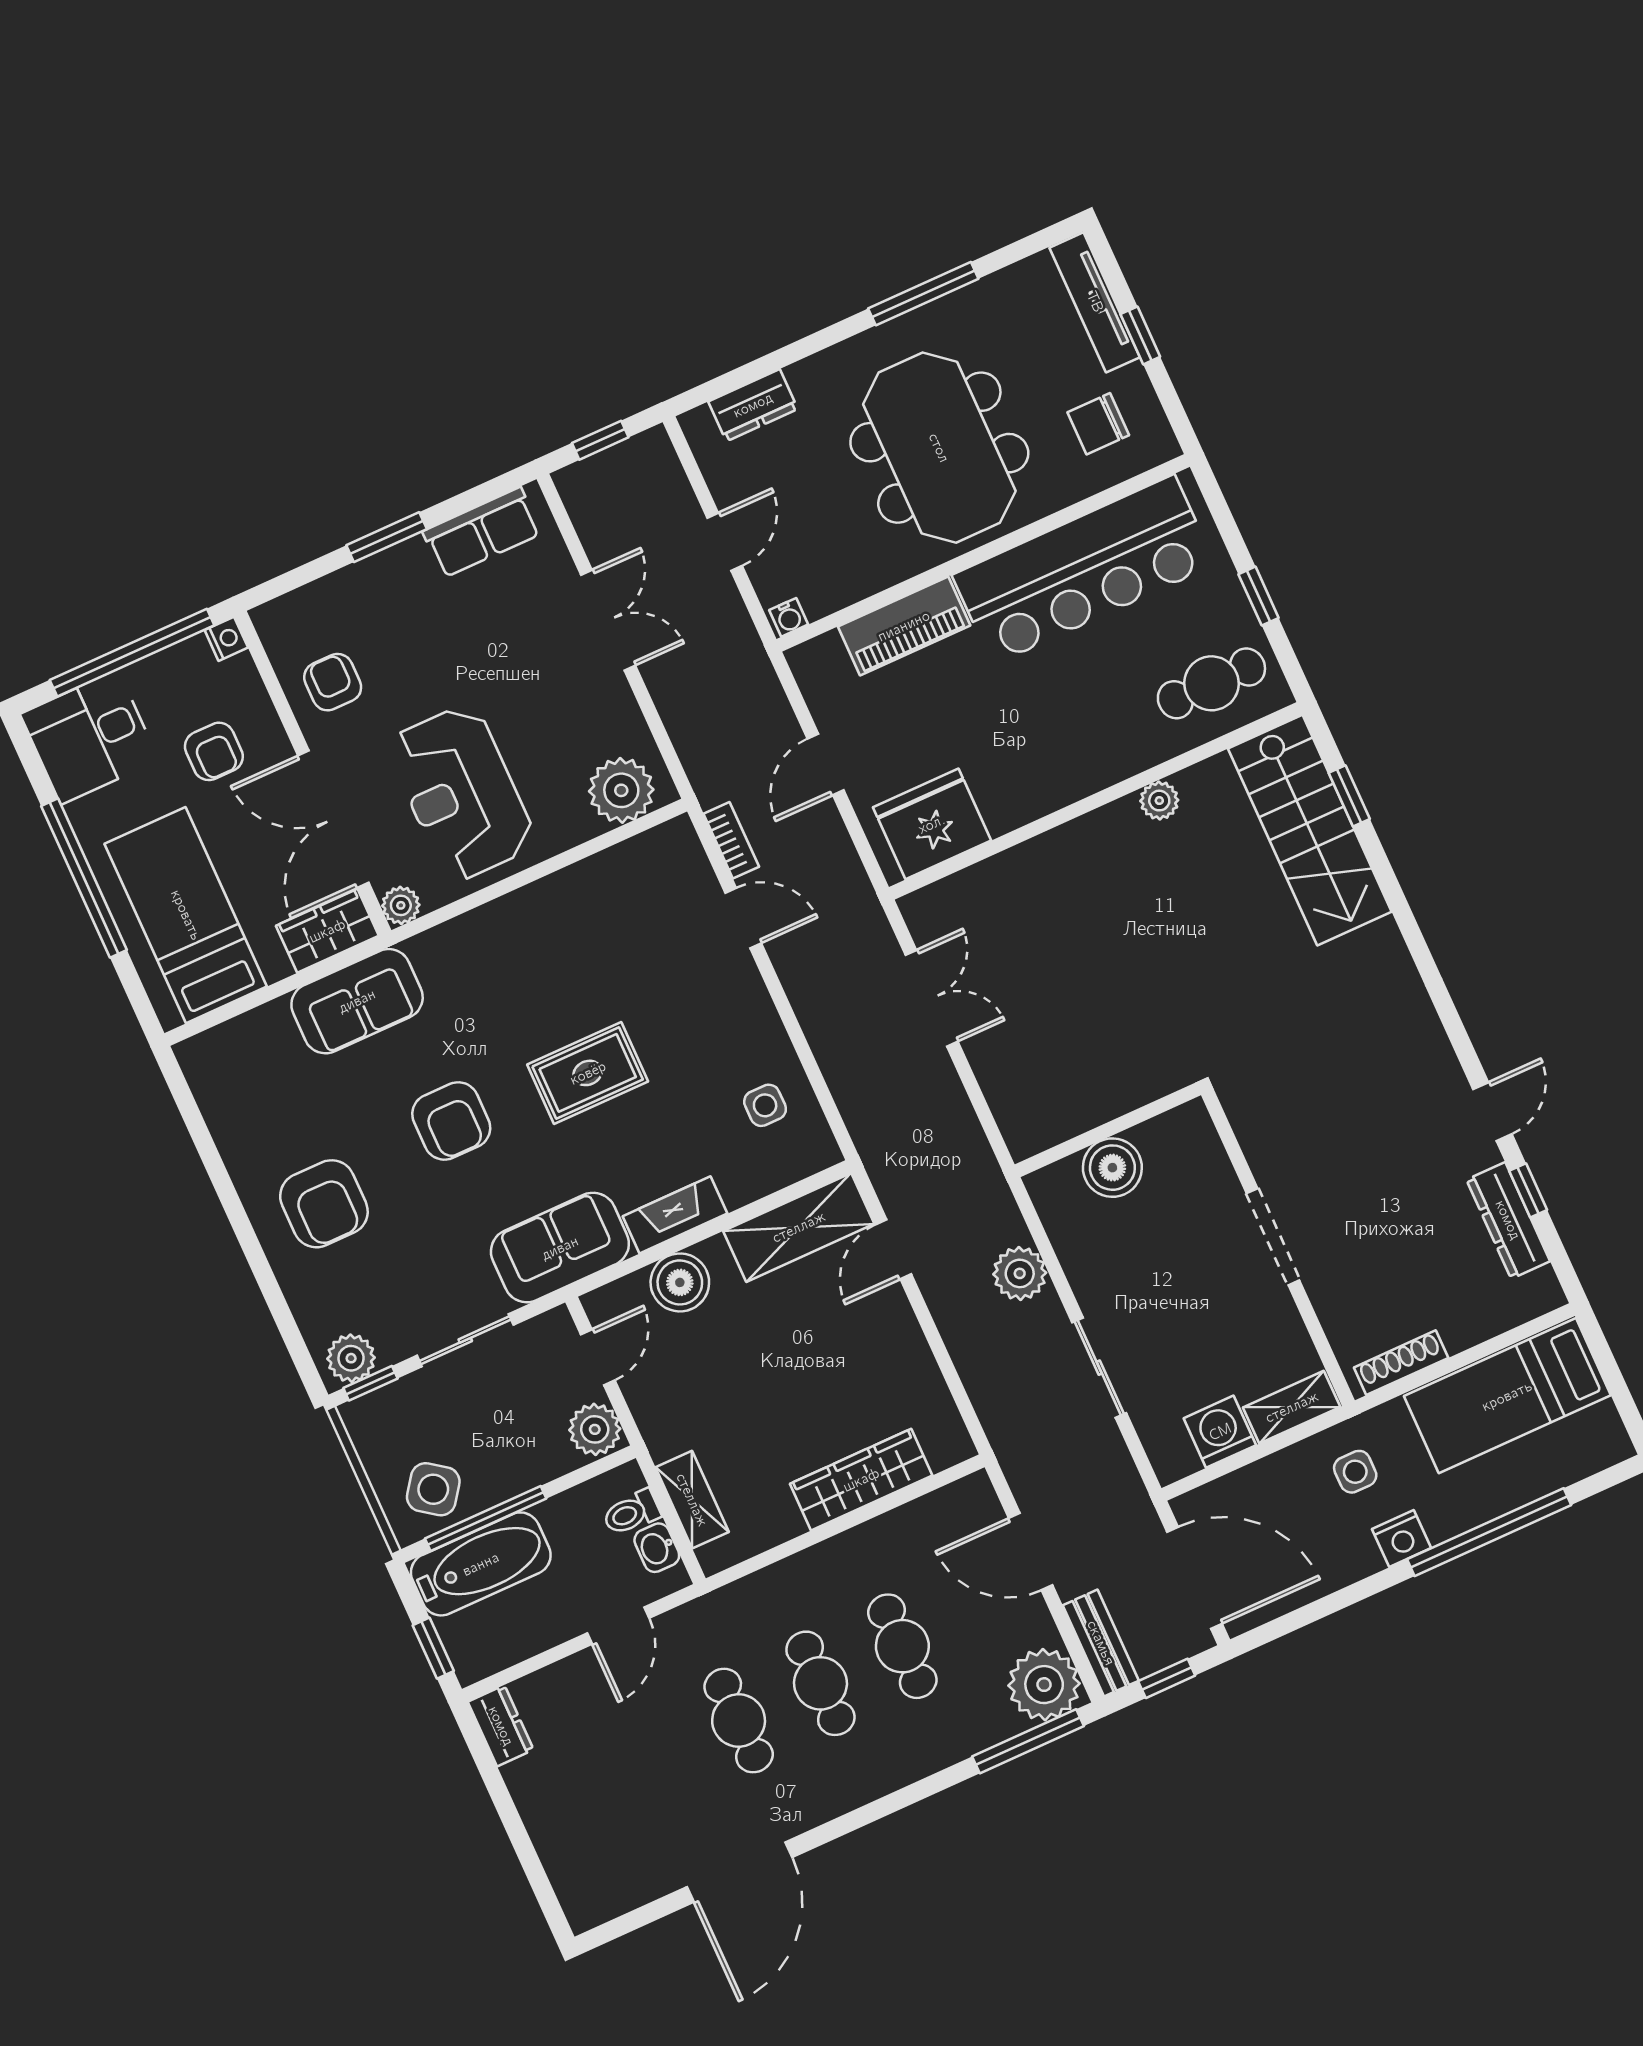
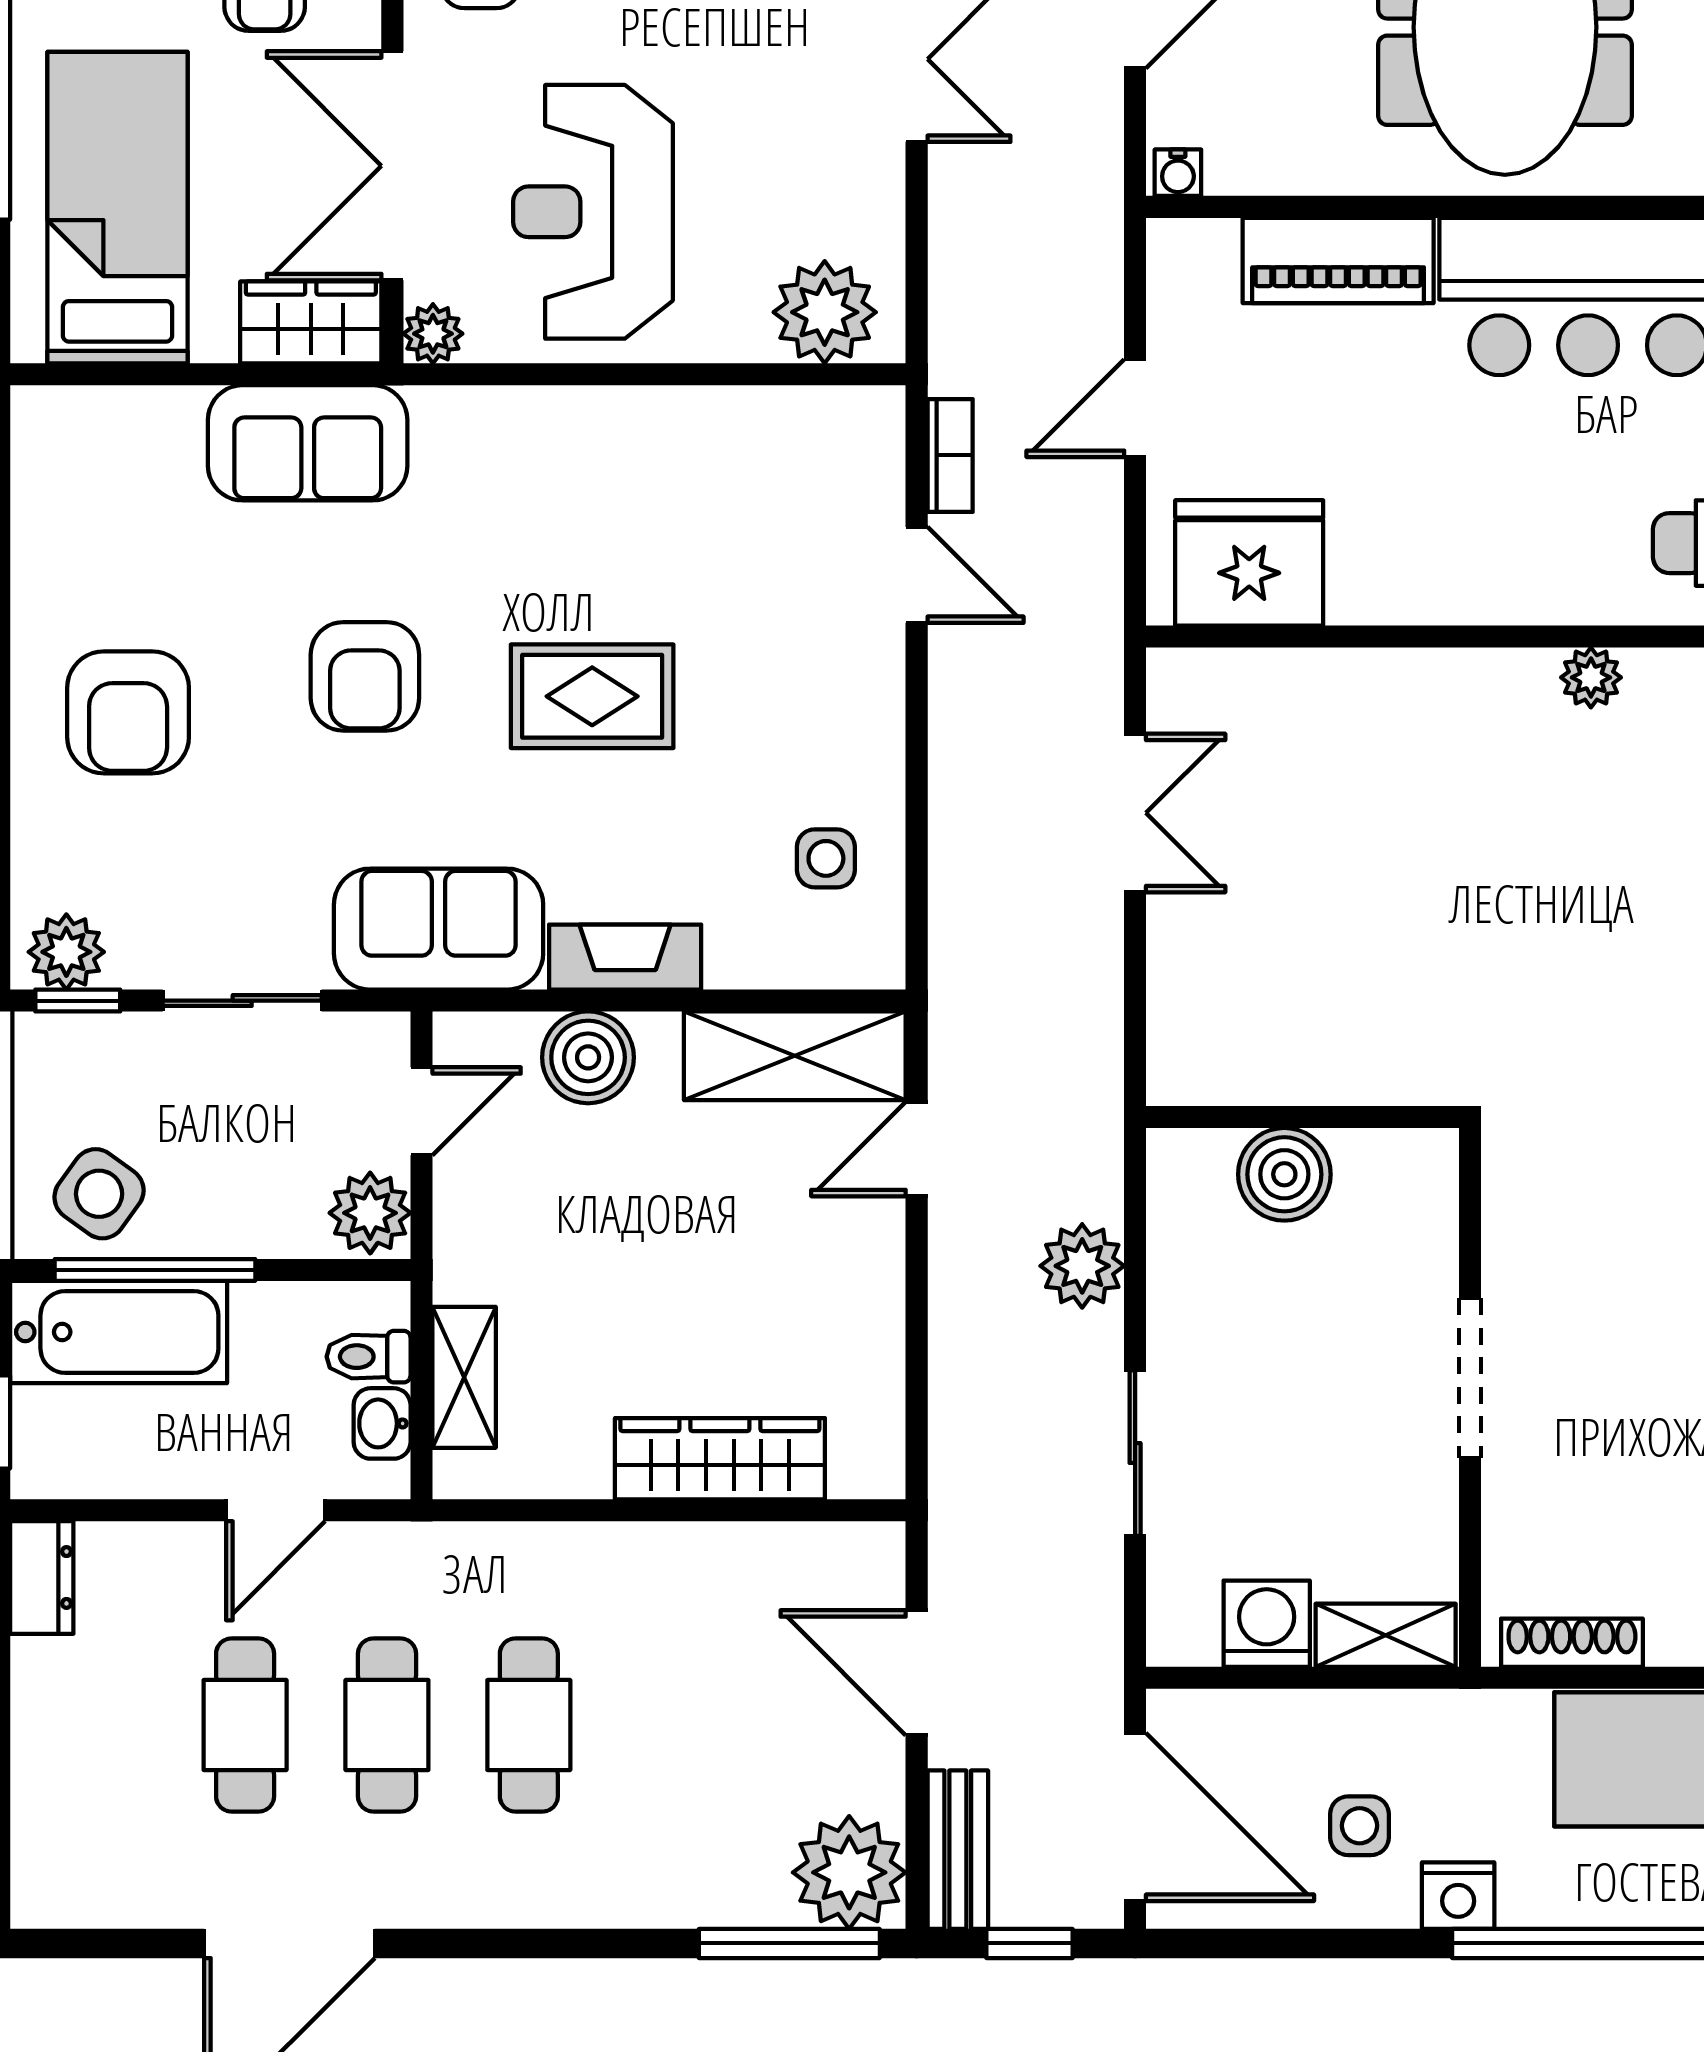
side table: (1355, 1472) -> (1360, 1826), moved
cafe table: (902, 1646) -> (245, 1725), moved

